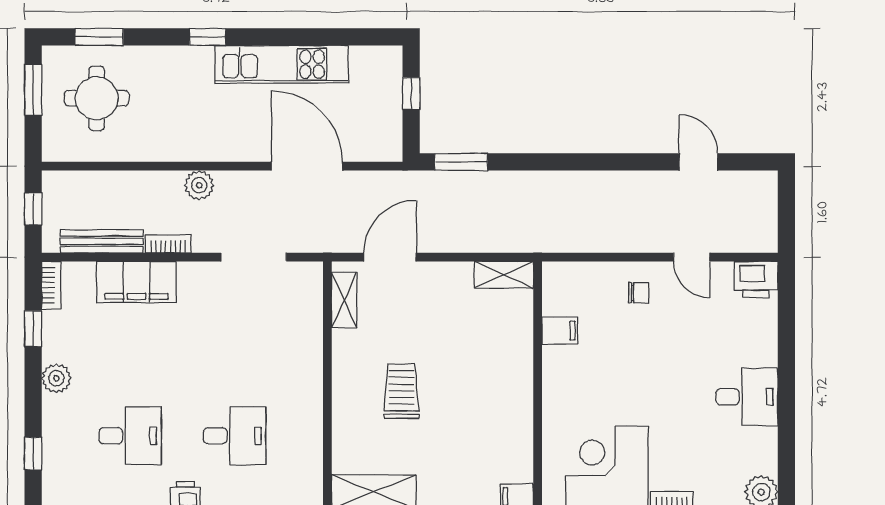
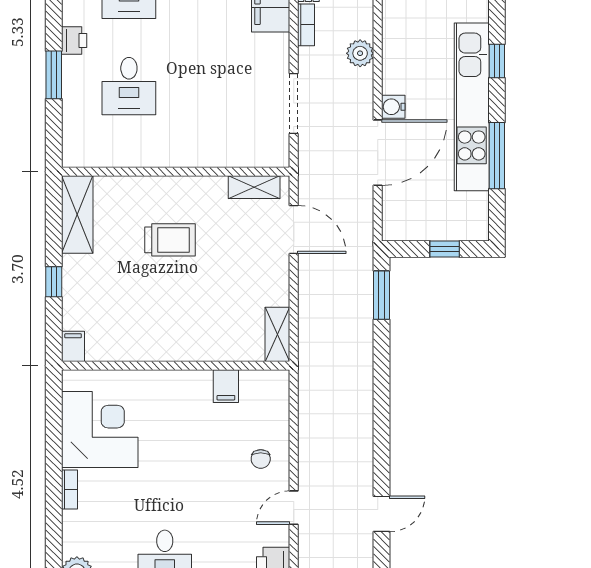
window: (310, 37) -> (497, 156), added
kitchen unit: (281, 64) -> (472, 107), width x1.36
water cooler: (257, 149) -> (393, 107), added

